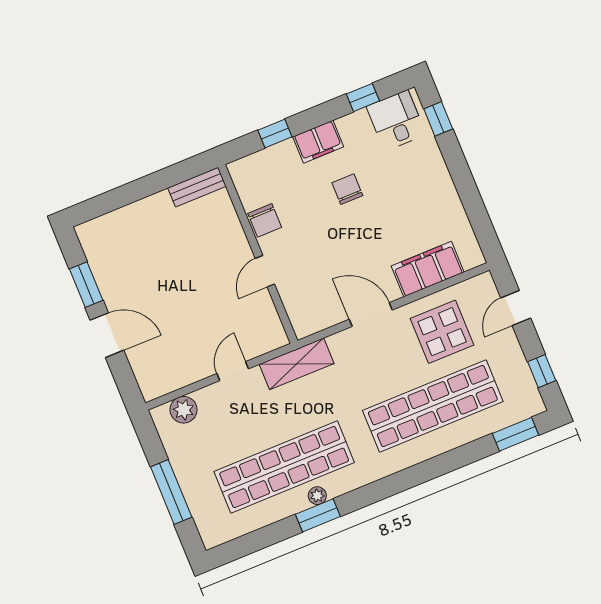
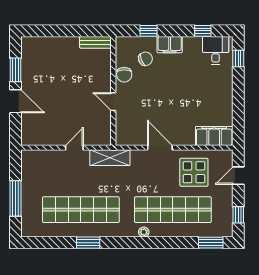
chair: (347, 189) -> (145, 59), moved, turned 67
filing cabinet: (428, 269) -> (214, 136), moved
door: (265, 271) -> (113, 102), hinge flipped
plant: (184, 410) -> (40, 157), removed
plant: (317, 496) -> (144, 232), moved

